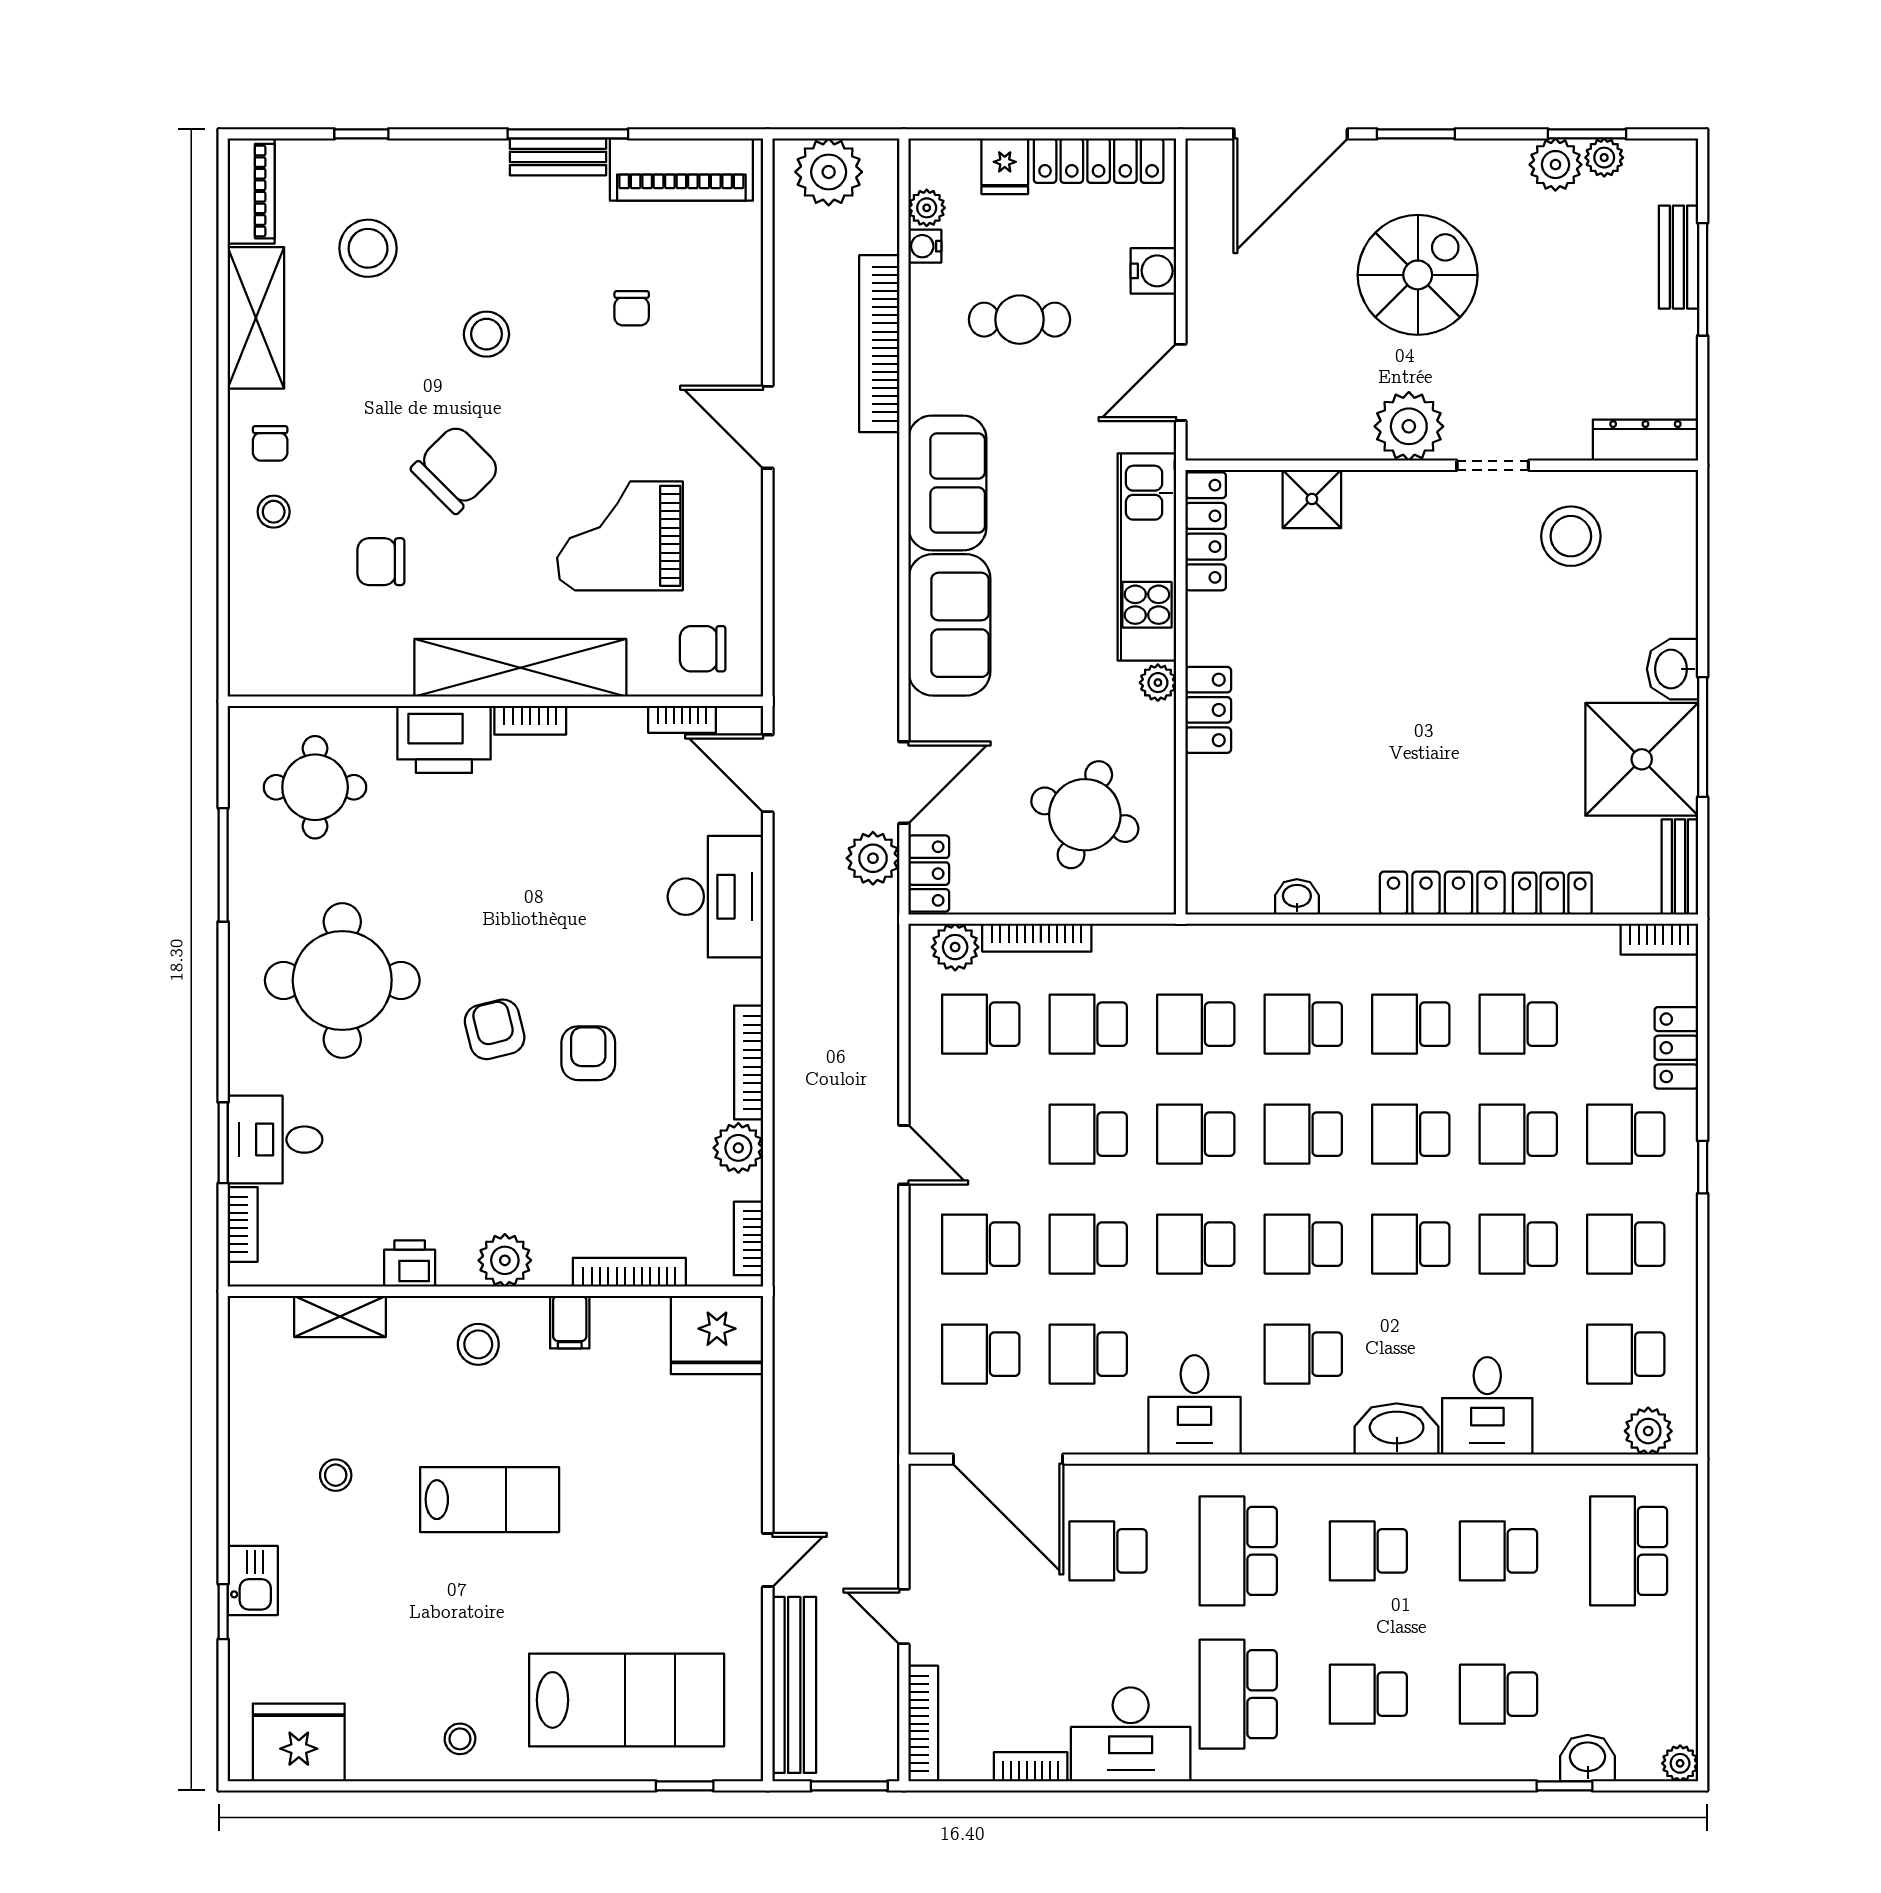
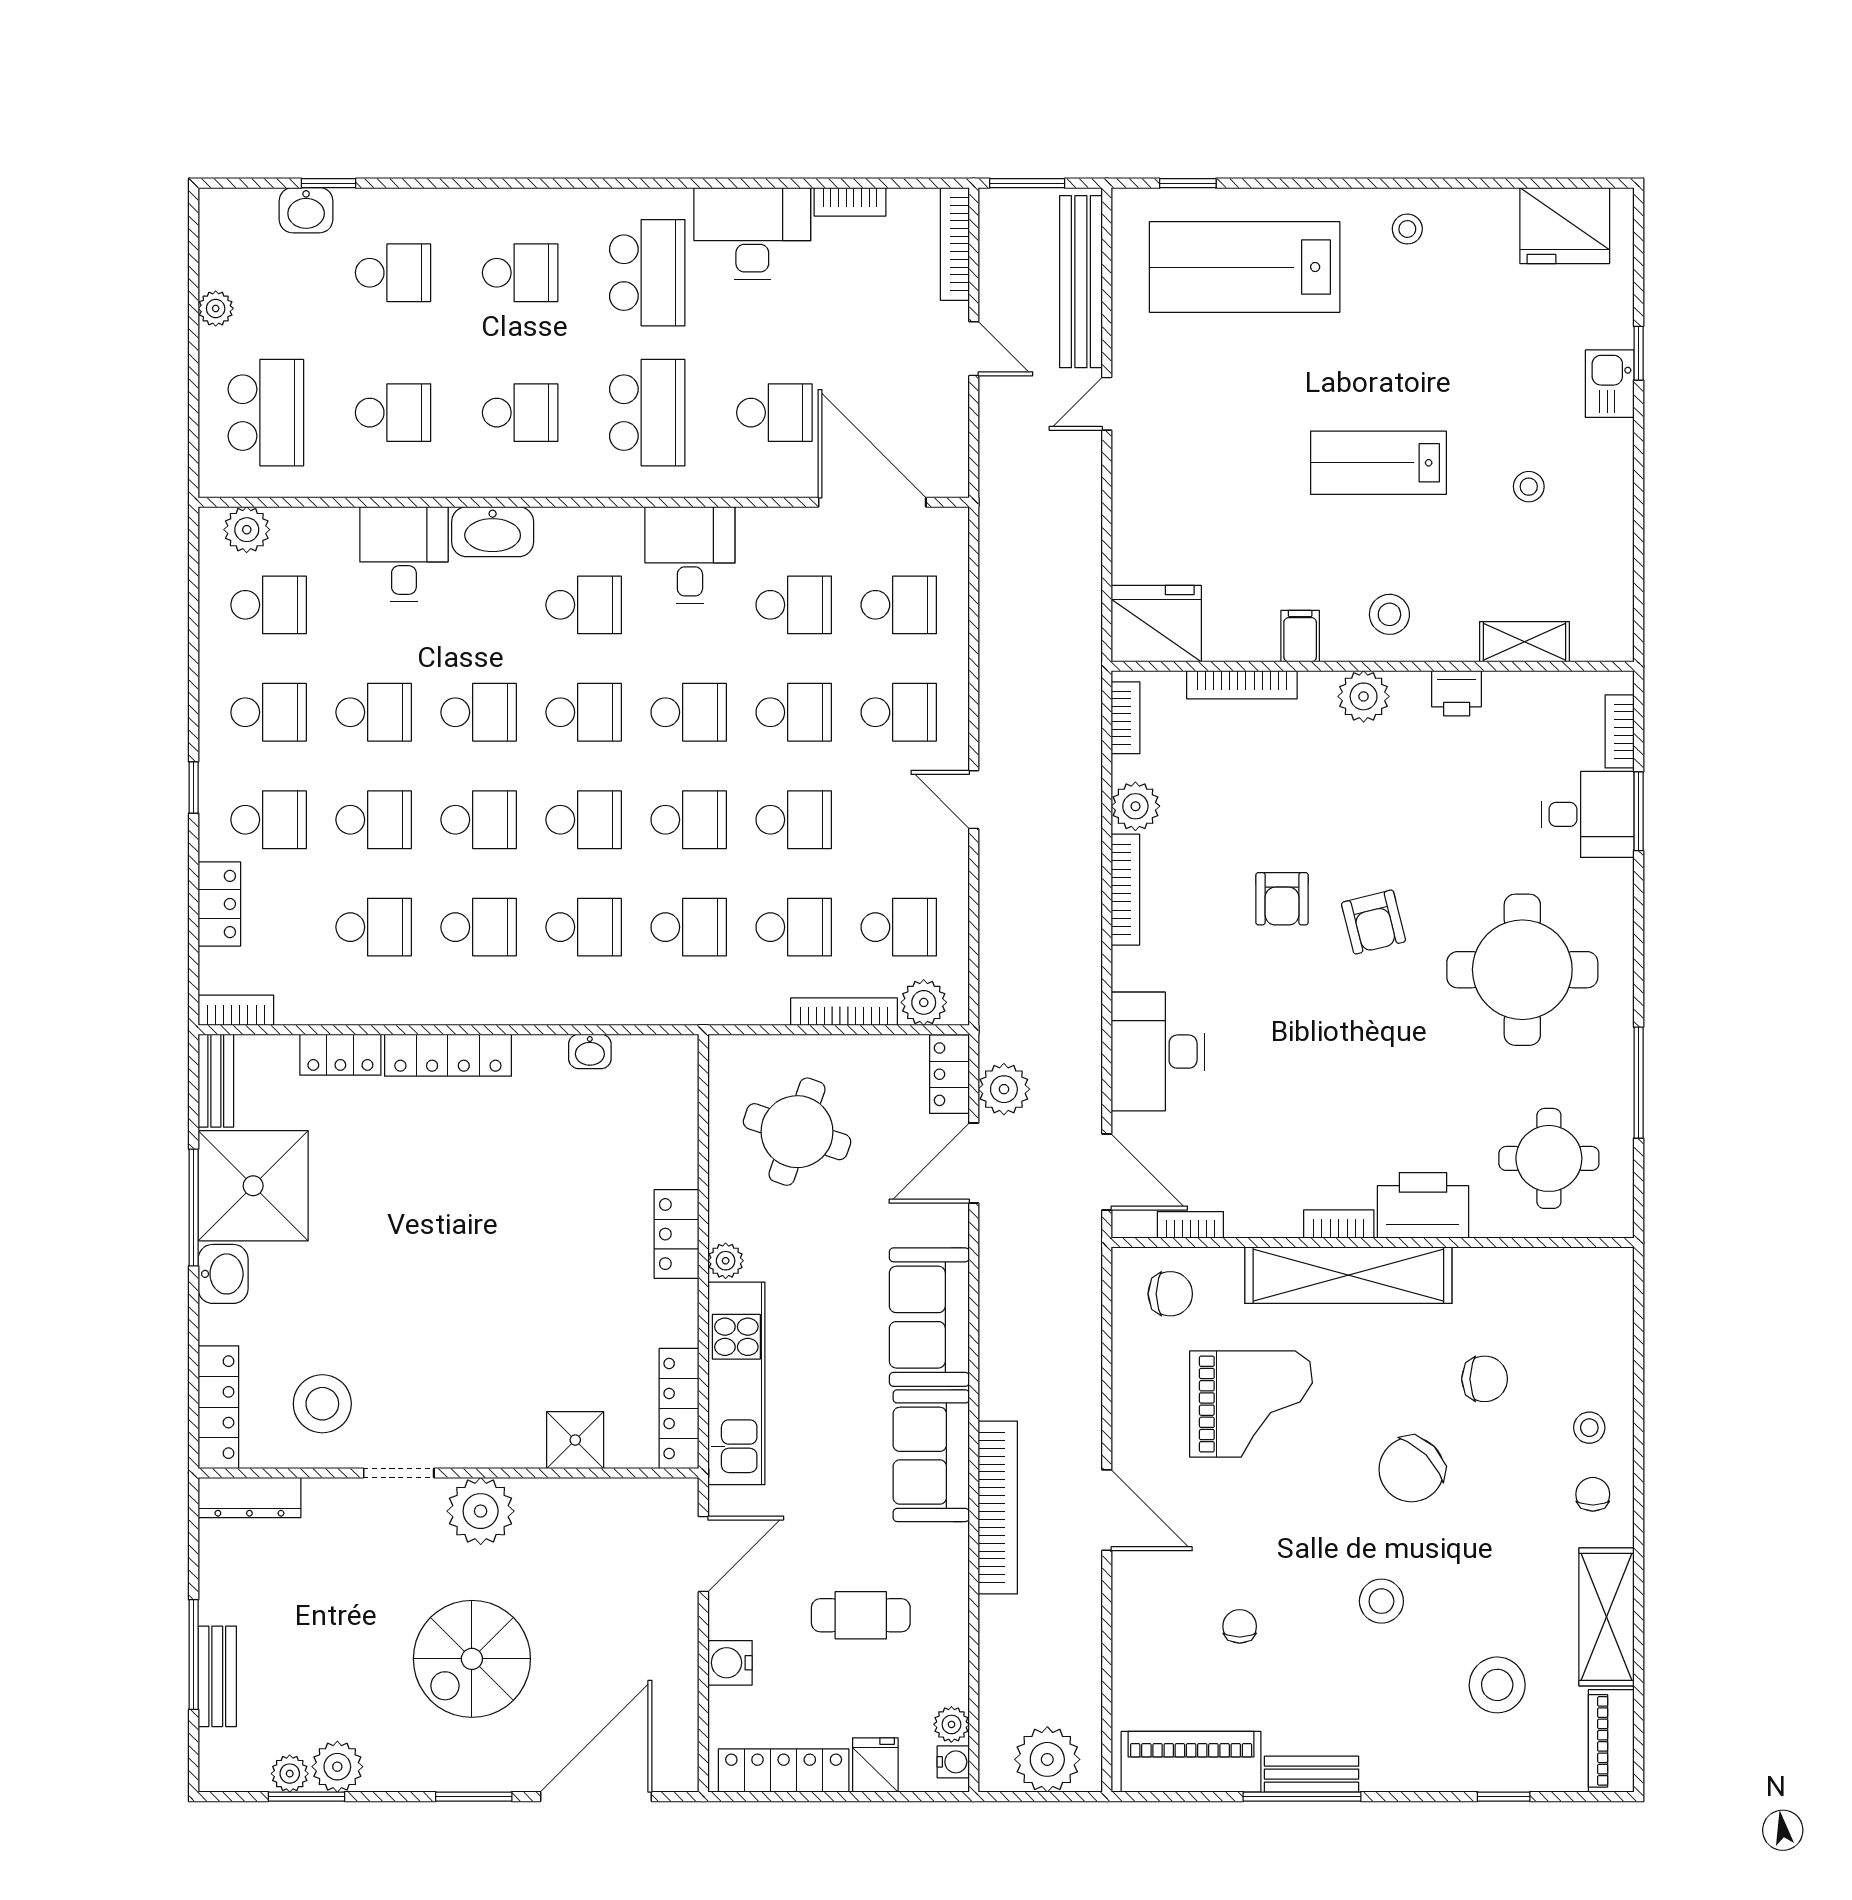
water cooler: (925, 246) -> (953, 1762), moved
bookcase: (879, 344) -> (998, 1508), moved
locker: (1677, 533) -> (218, 1407), added
plant: (1680, 1763) -> (216, 308), moved

